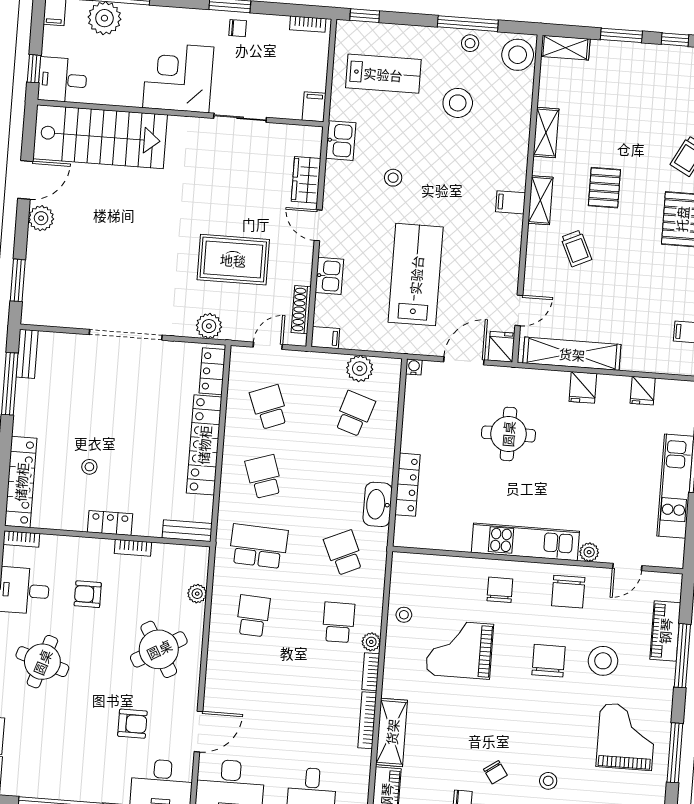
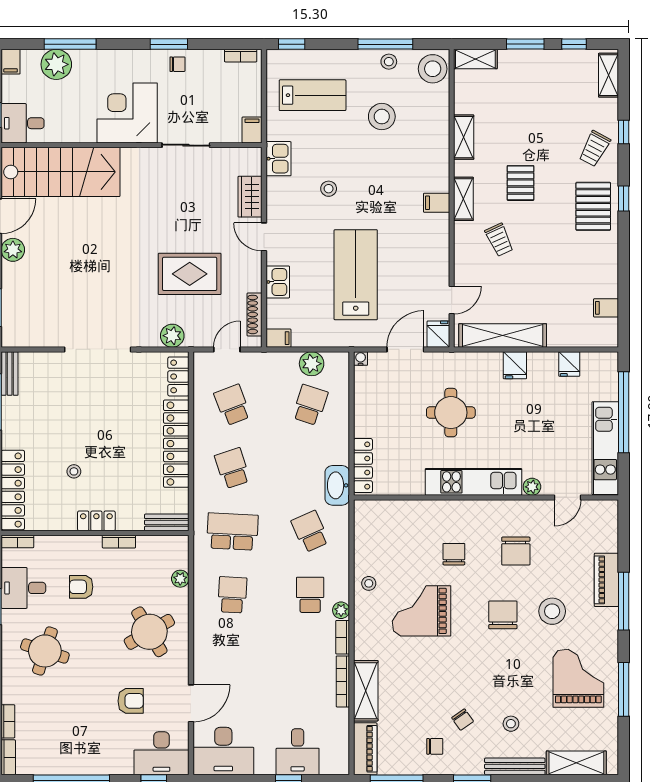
kitchen unit: (525, 542) -> (474, 482), moved
plant: (589, 552) -> (532, 487), moved
wall: (538, 560) -> (486, 497), moved
door: (627, 567) -> (568, 497), moved

